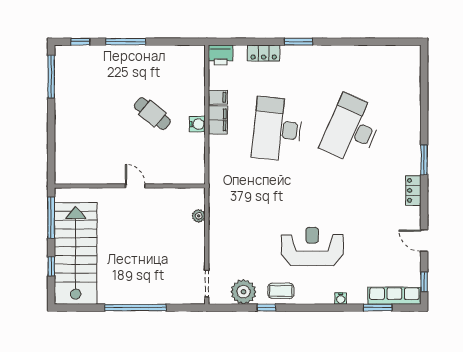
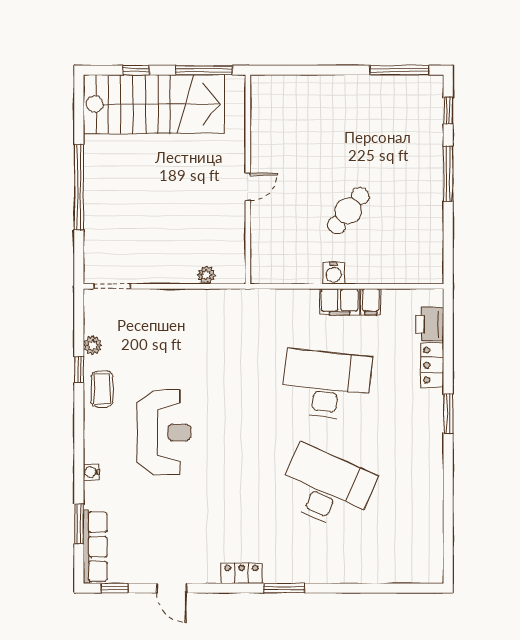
printer: (221, 55) -> (430, 324), moved
door: (424, 241) -> (172, 588), swing flipped
plant: (243, 292) -> (93, 345), width x0.53, depth x0.53

